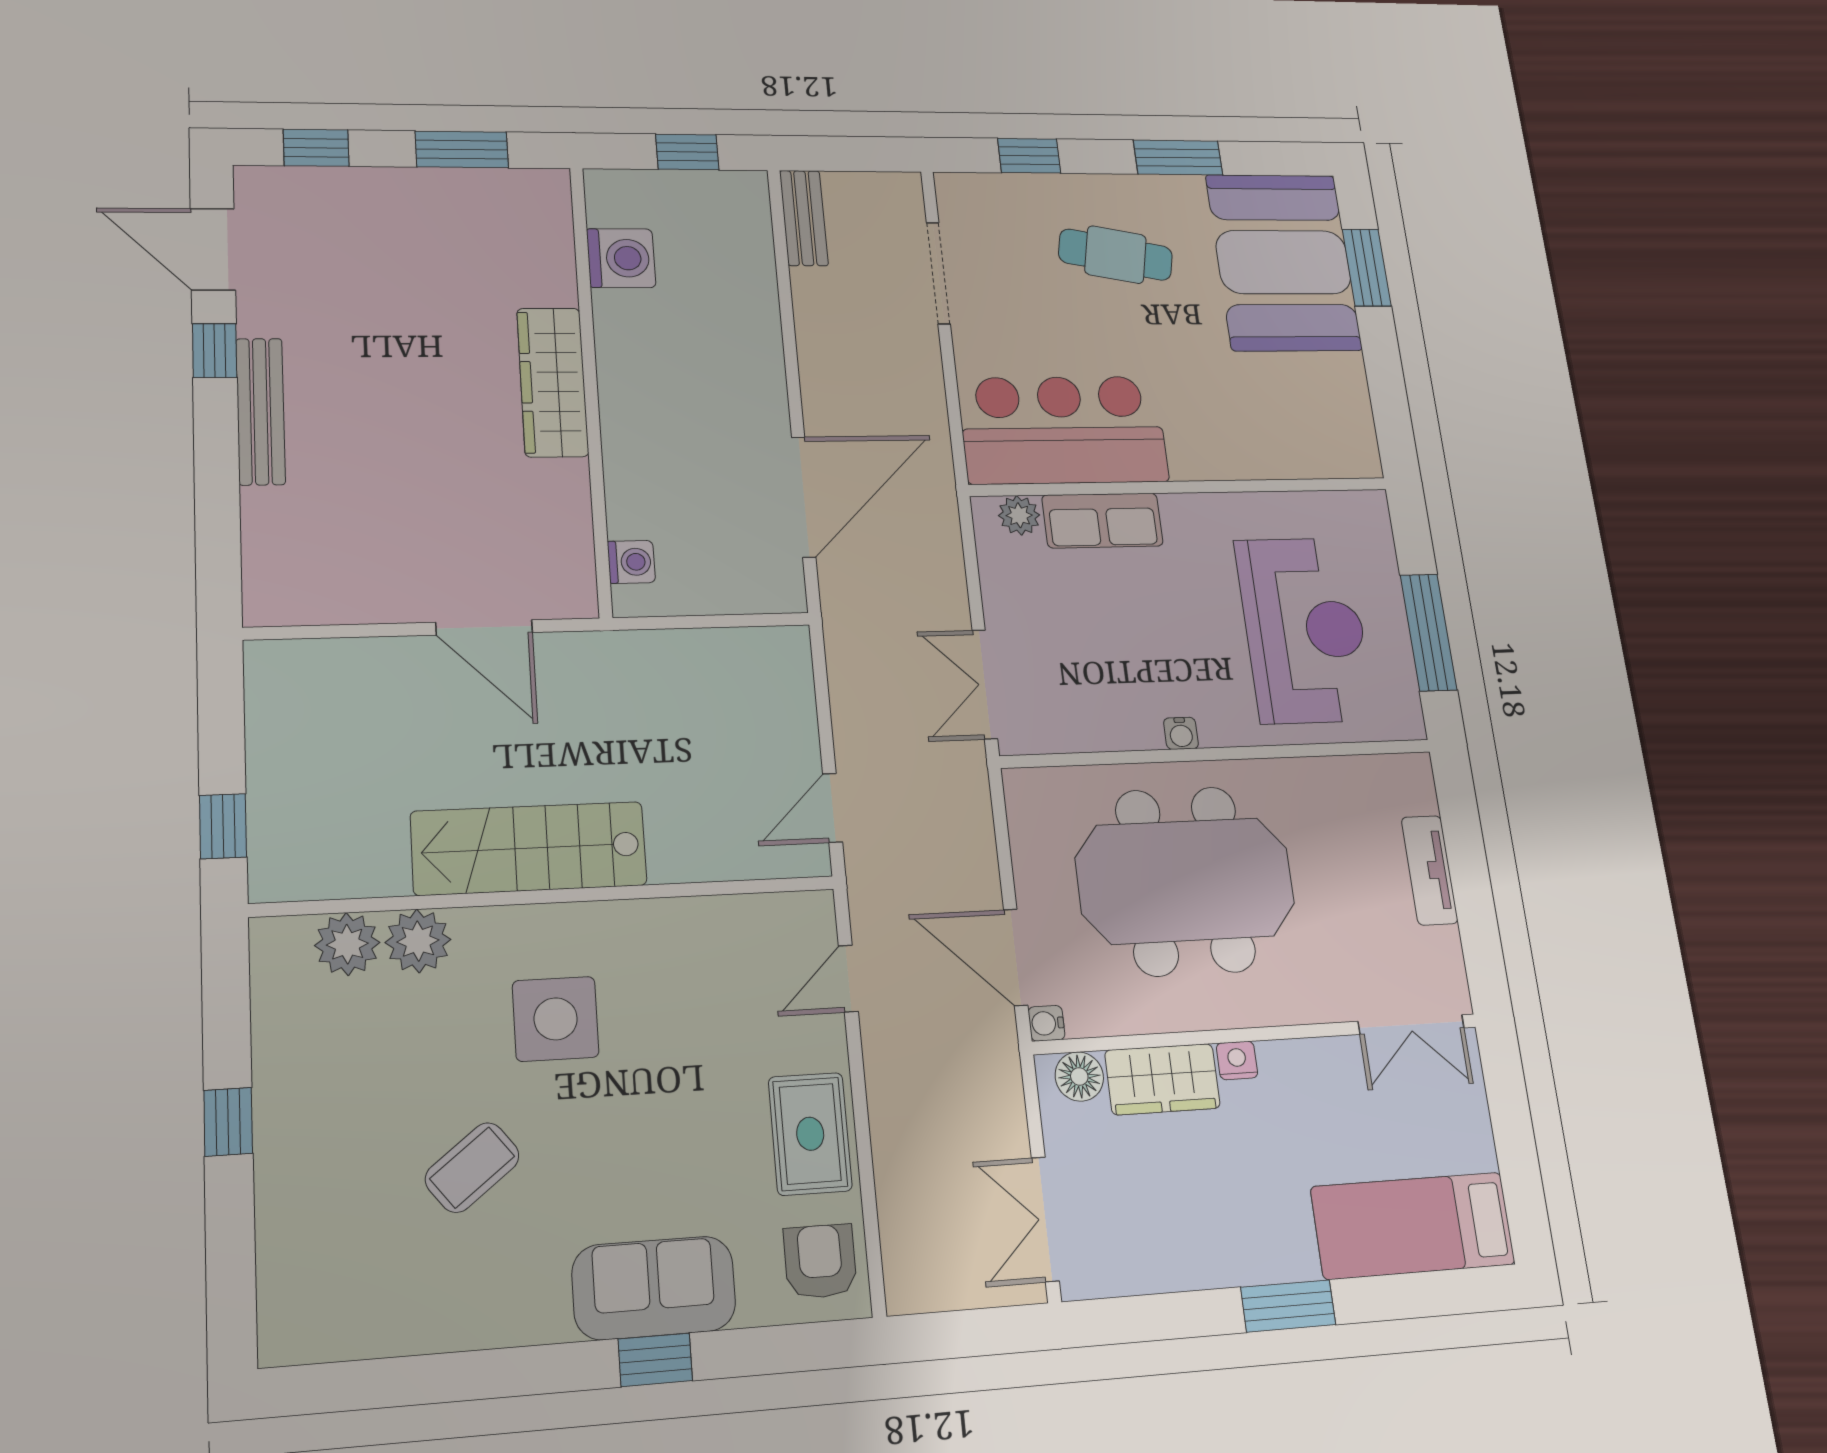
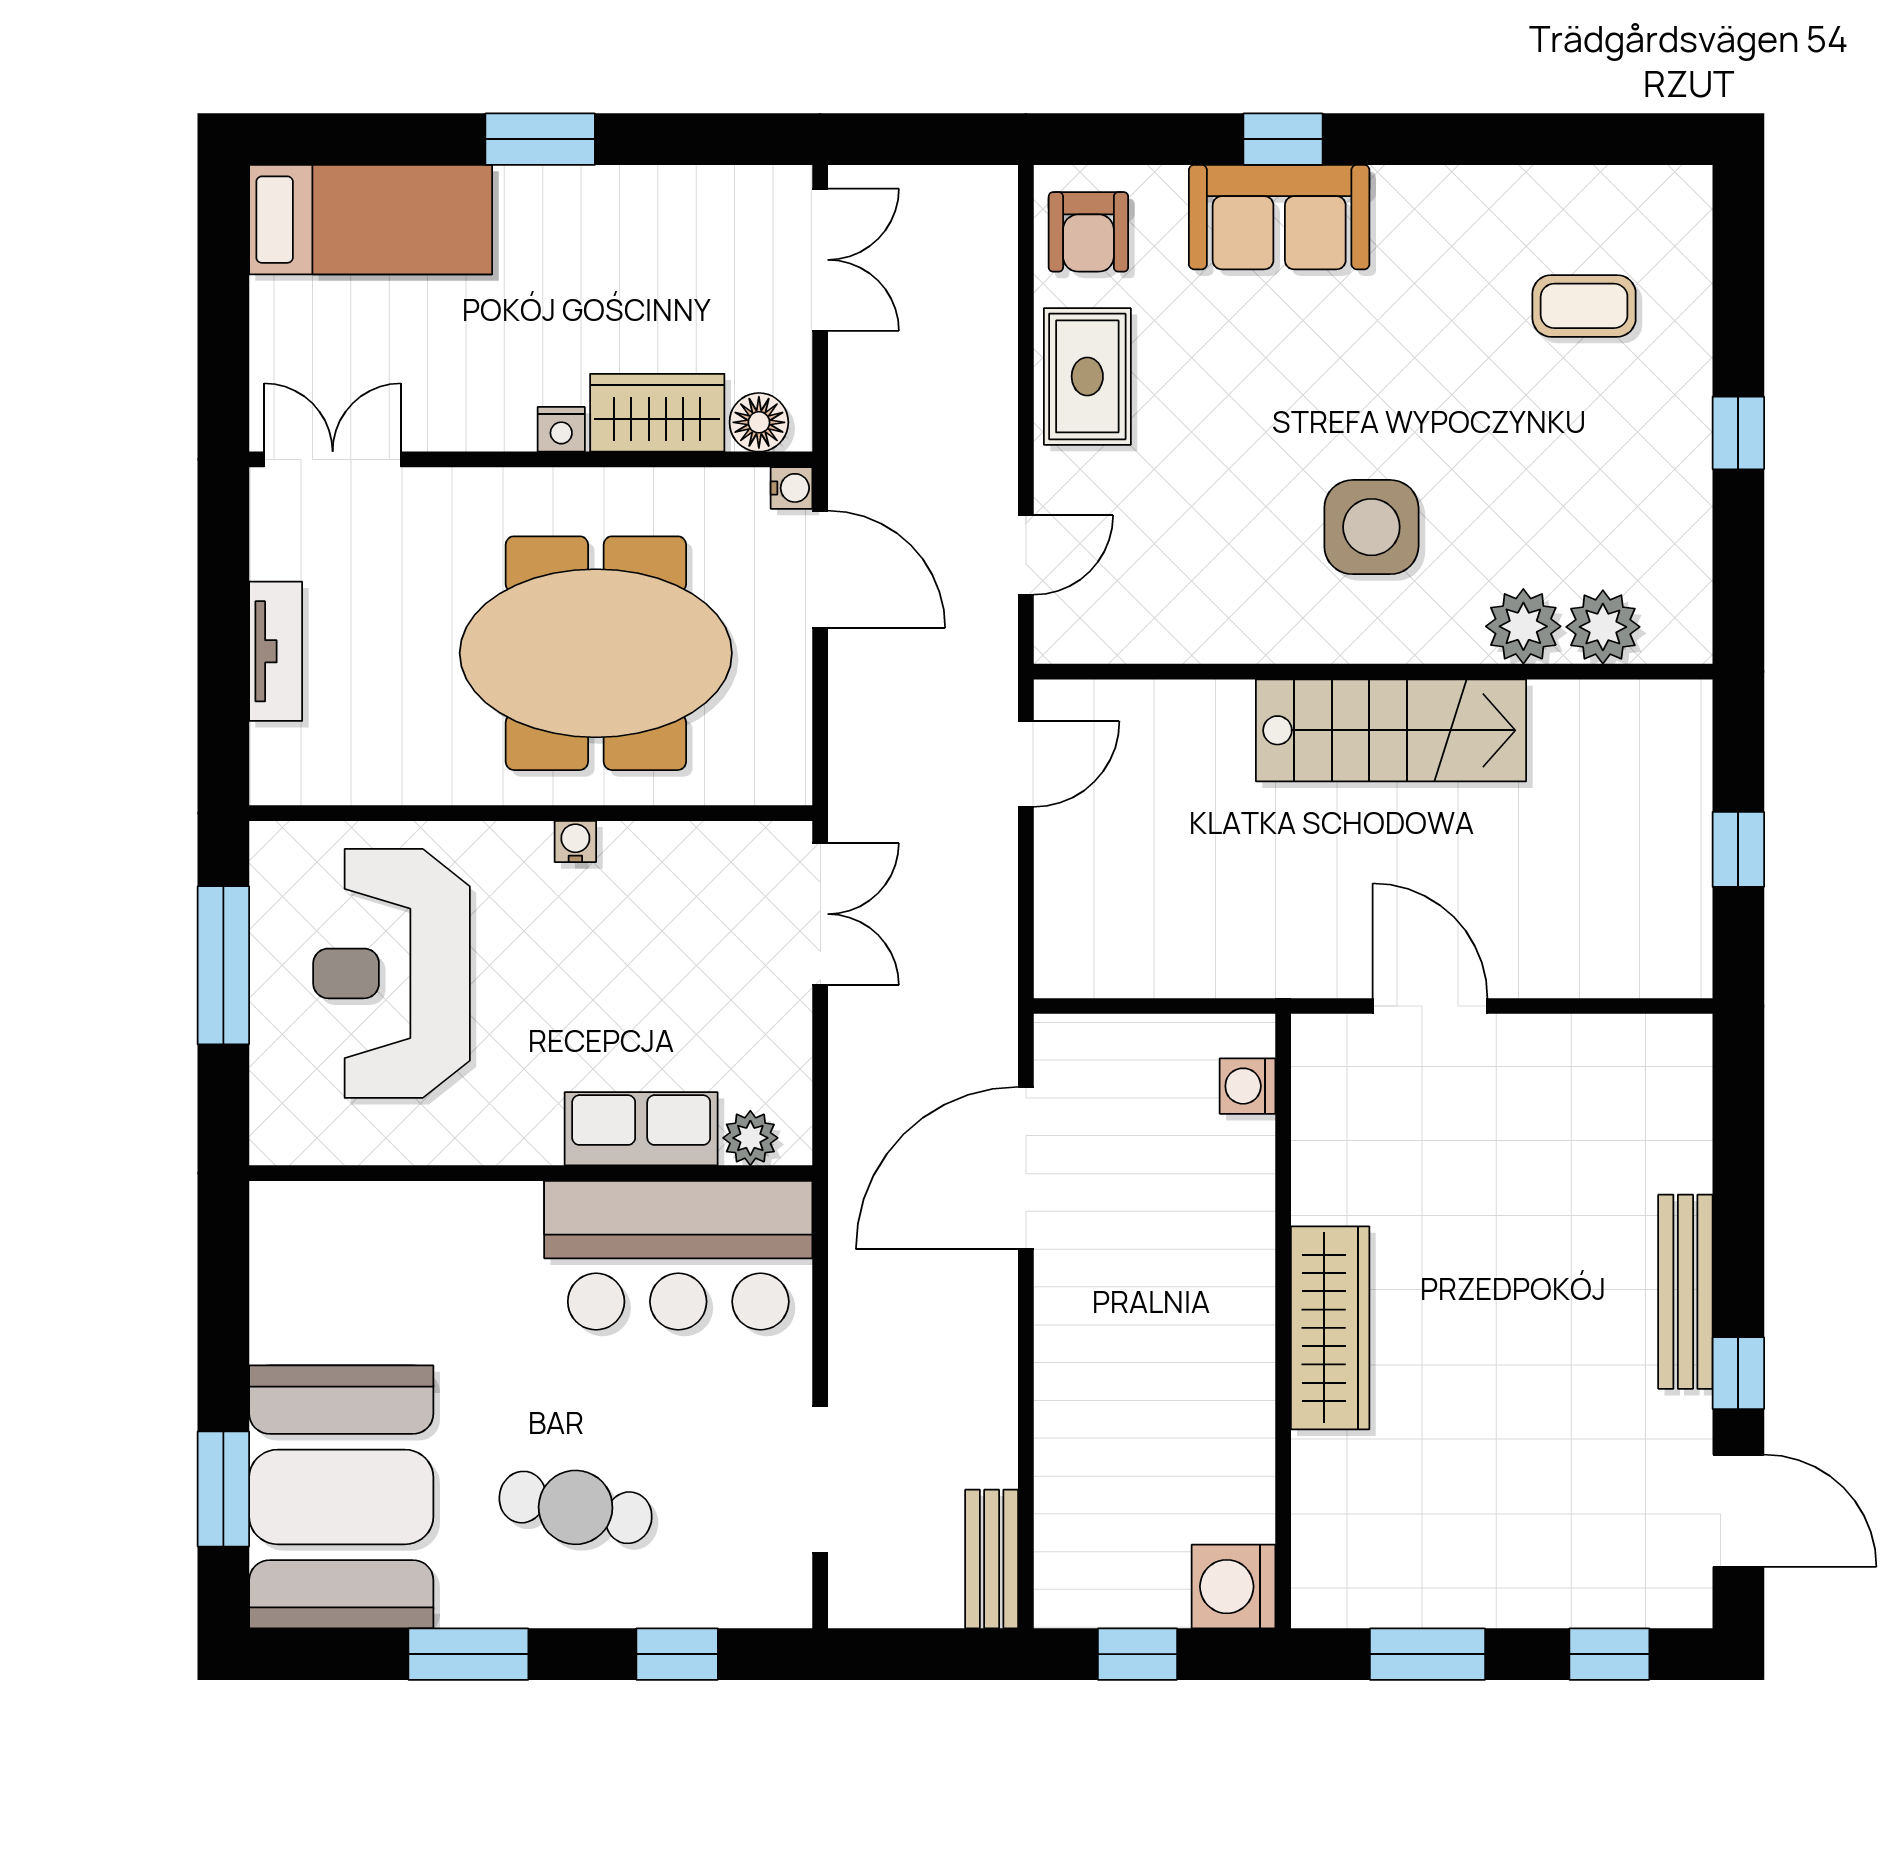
washing machine: (621, 258) -> (1233, 1587), moved
window: (223, 826) -> (1738, 849), moved
coffee table: (472, 1167) -> (1584, 306), moved, turned 38

